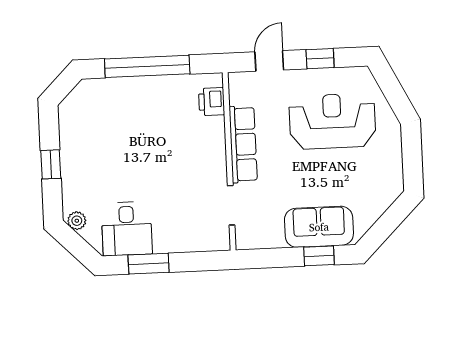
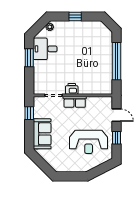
printer: (212, 102) -> (72, 89), moved
reception desk: (332, 121) -> (89, 142), turned 90
row of seats: (243, 144) -> (75, 102), width x0.68
window: (319, 256) -> (29, 113), moved

